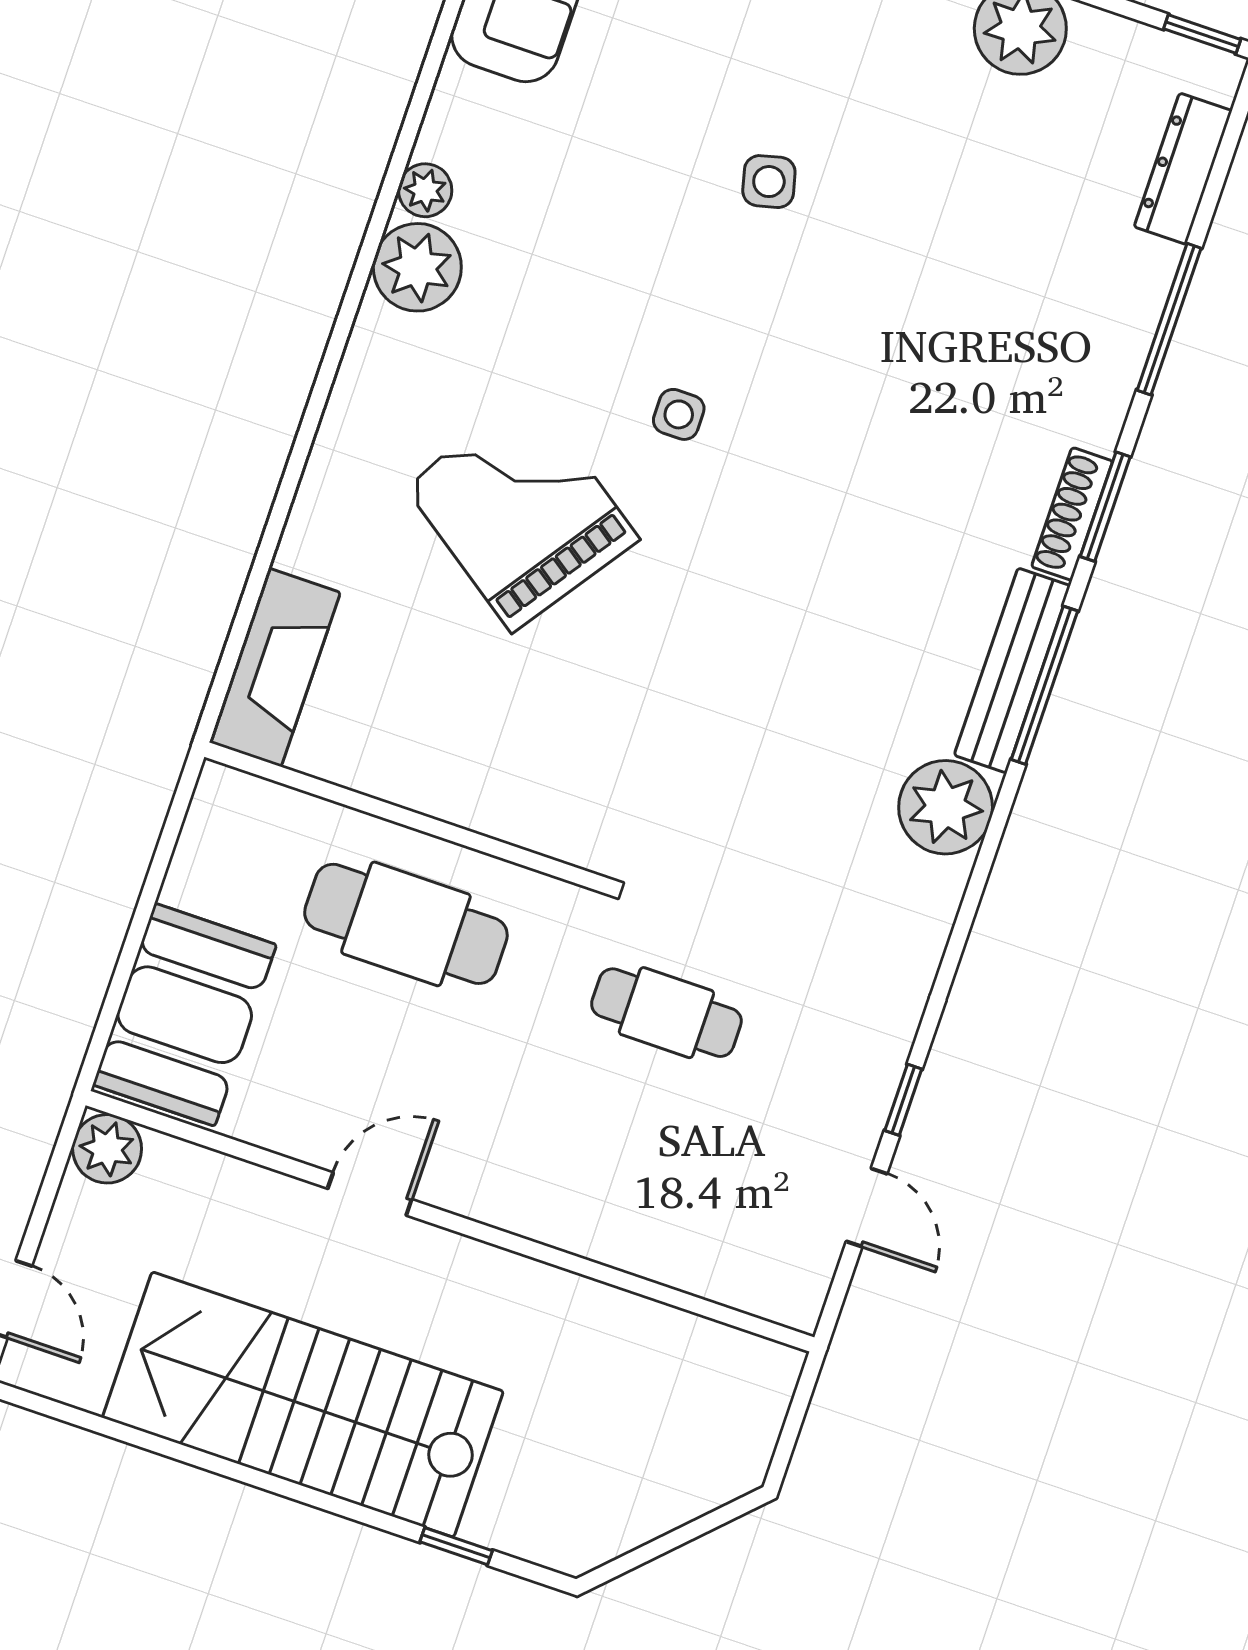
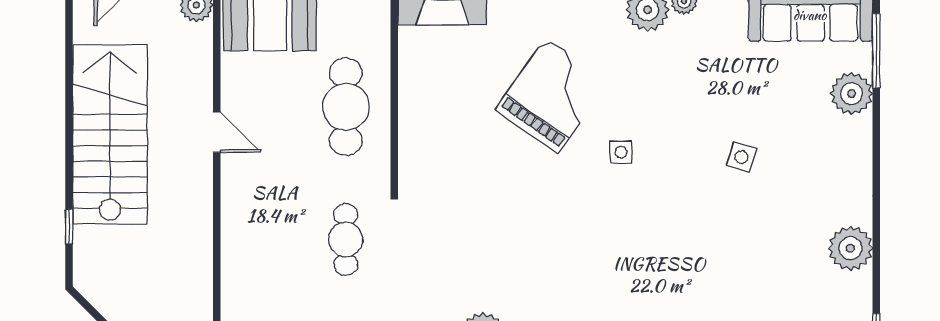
side table: (769, 182) -> (741, 157), turned 31

